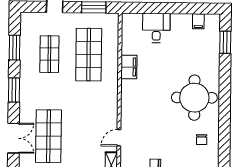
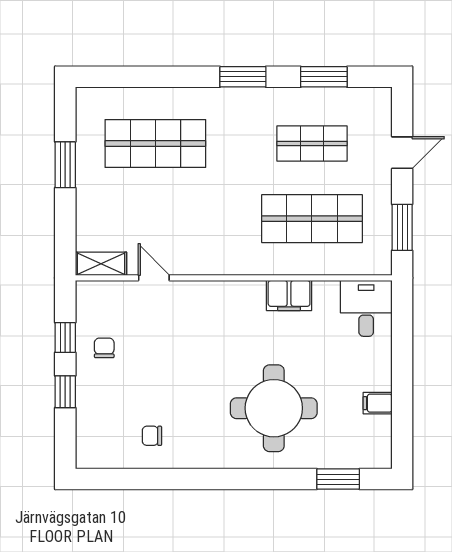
filing cabinet: (198, 21) -> (378, 403), moved
desk: (156, 28) -> (366, 308), moved, turned -90
round table: (194, 98) -> (274, 408), moved
double door: (13, 138) -> (151, 77), removed

